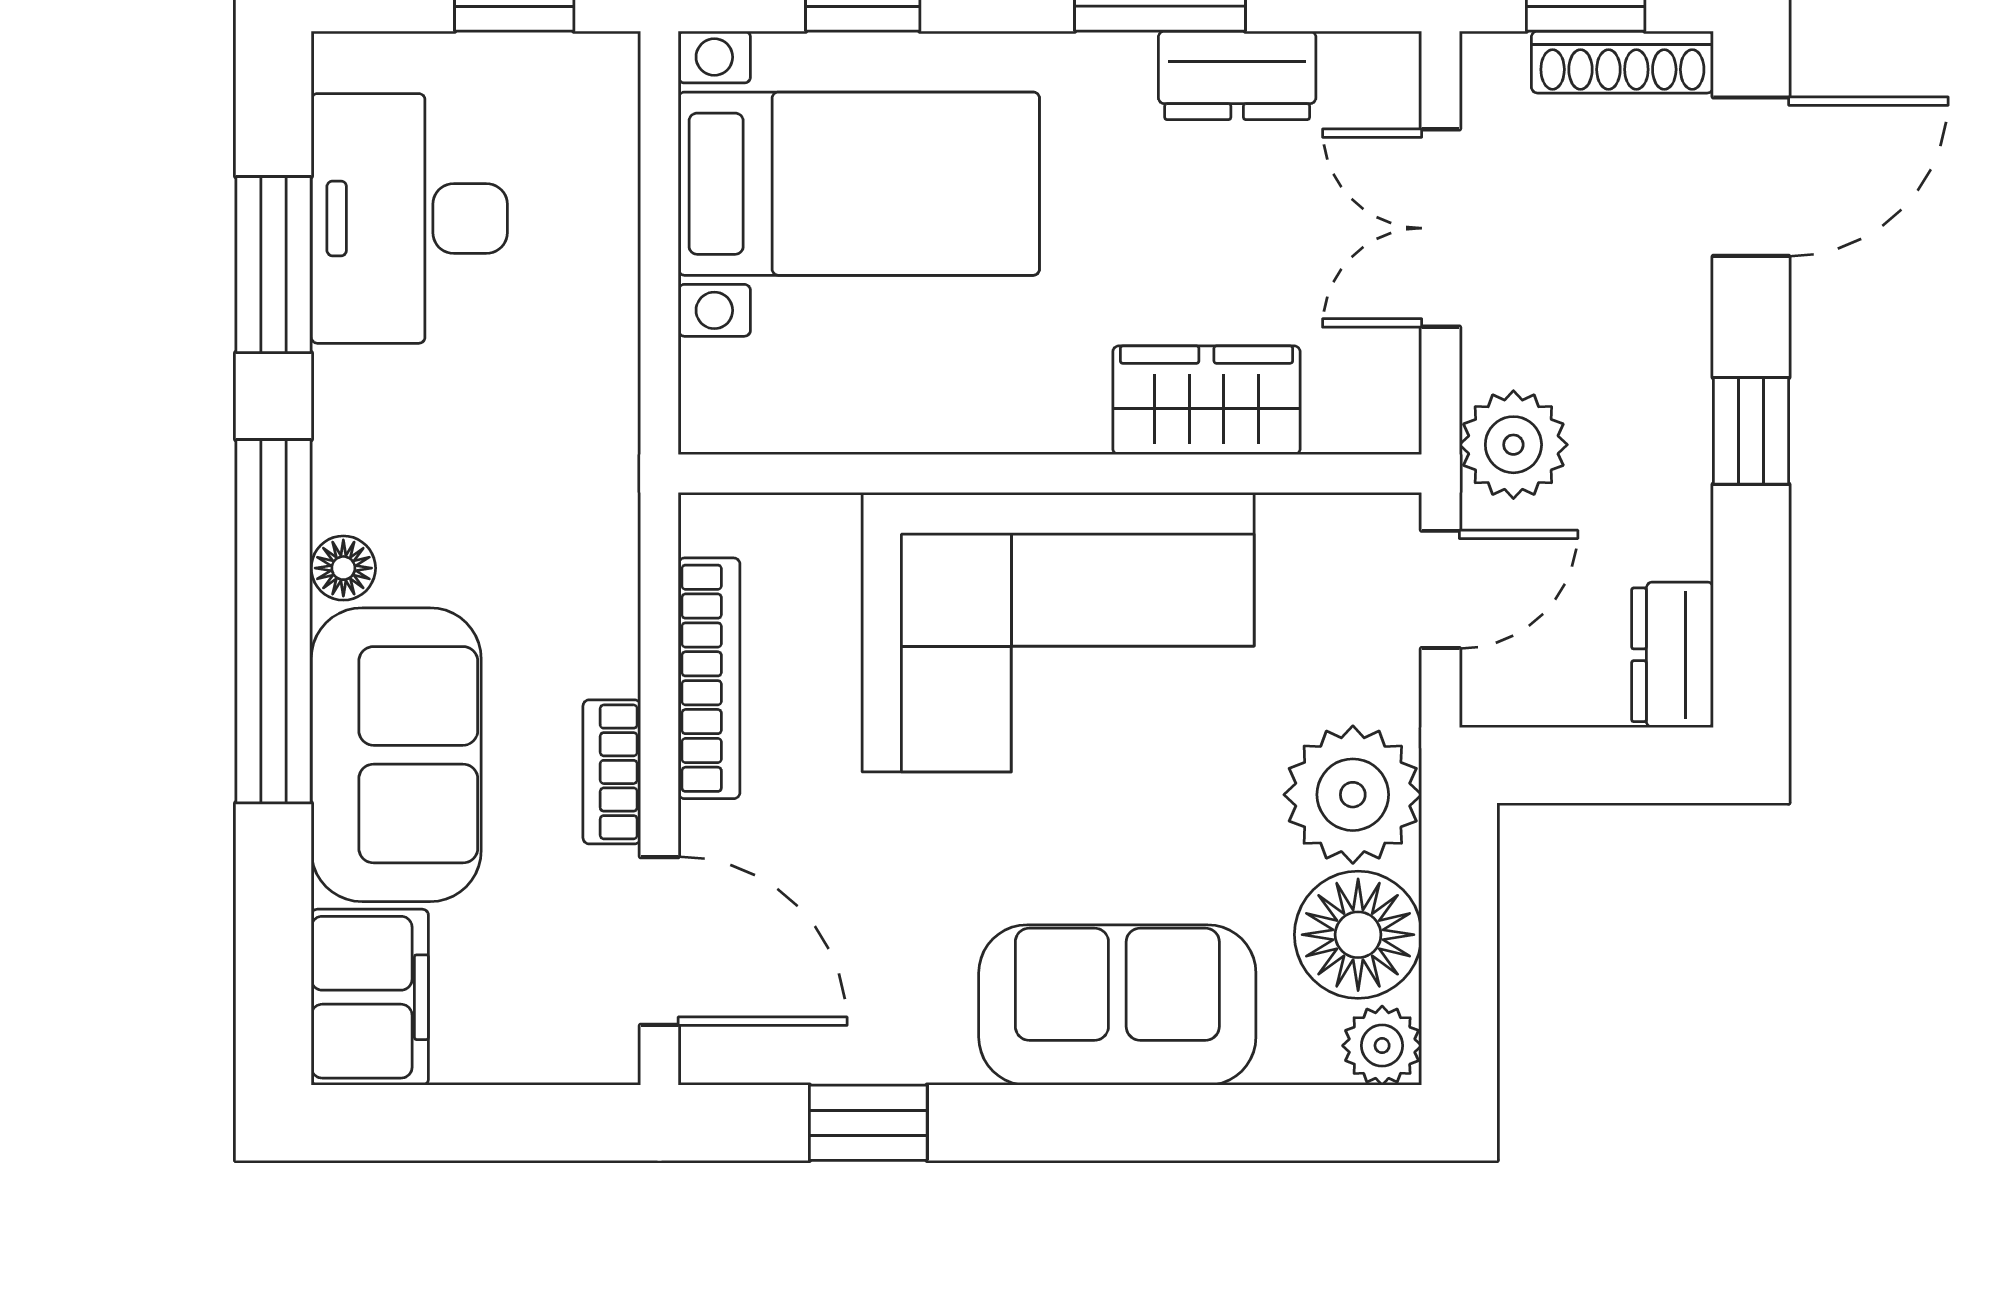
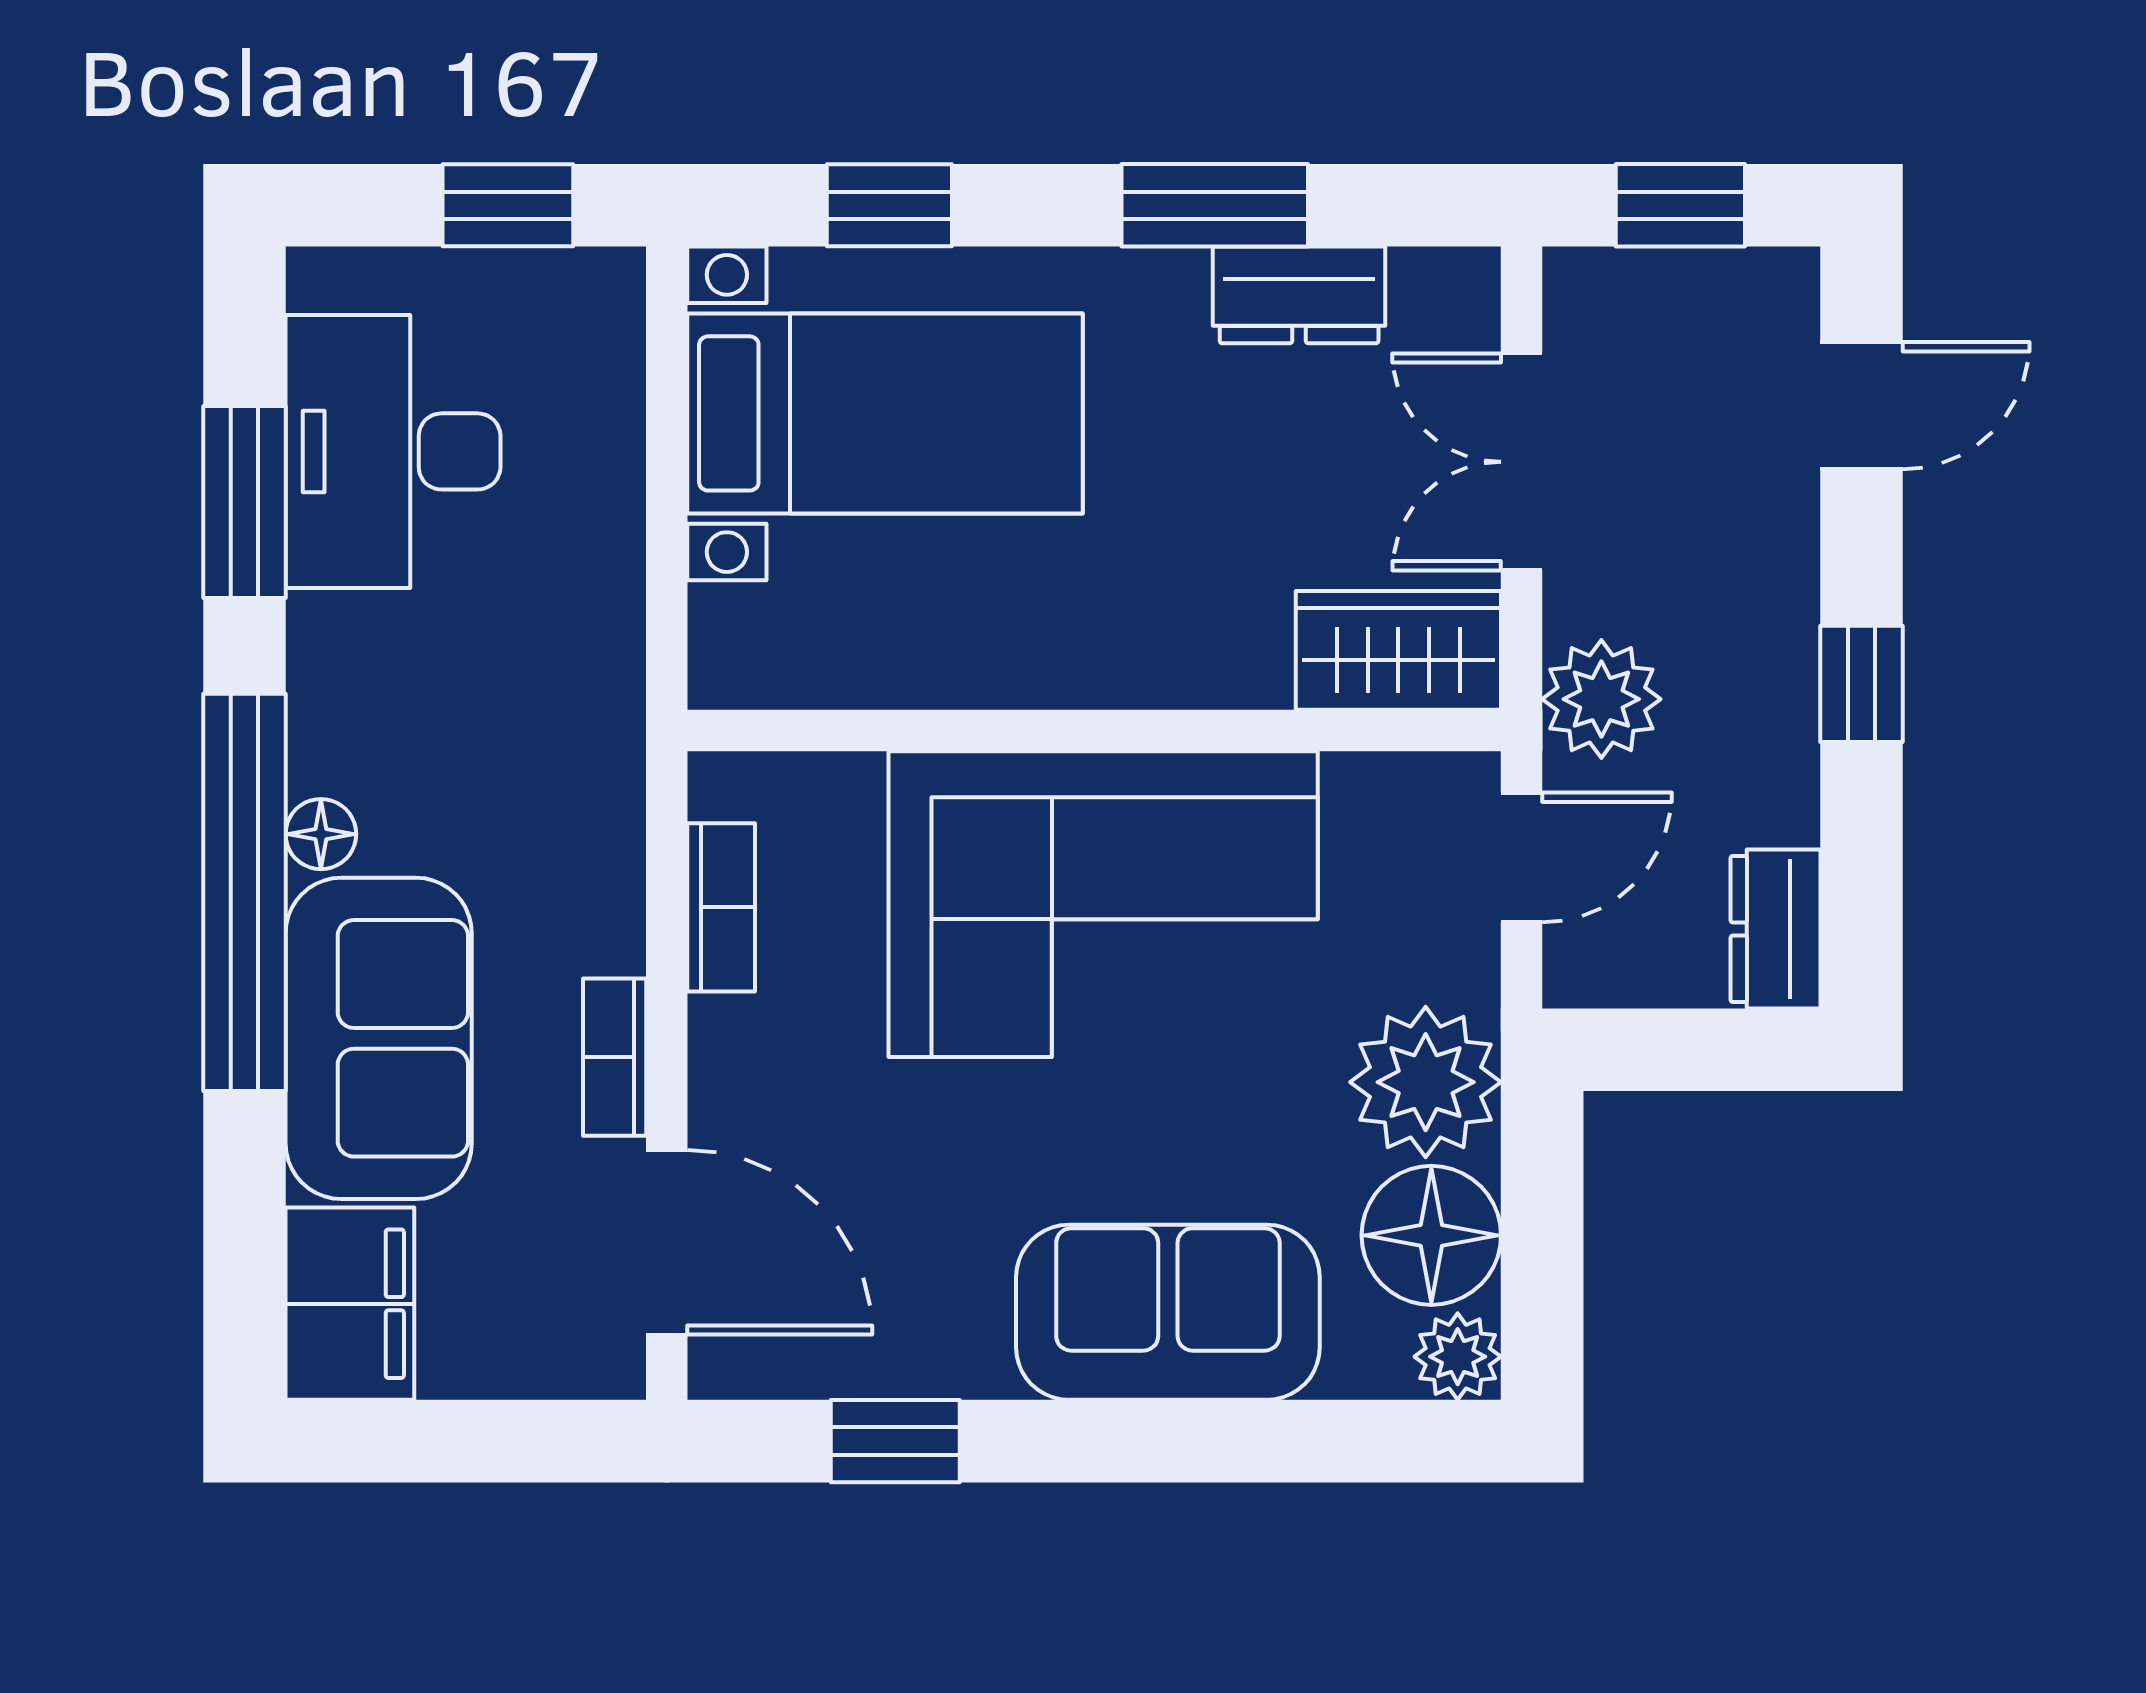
shoe rack: (1622, 62) -> (1721, 280), removed
door: (1751, 177) -> (1861, 406), width x0.73
wardrobe: (1206, 400) -> (1398, 650), moved
bookcase: (709, 678) -> (721, 907), width x0.64

